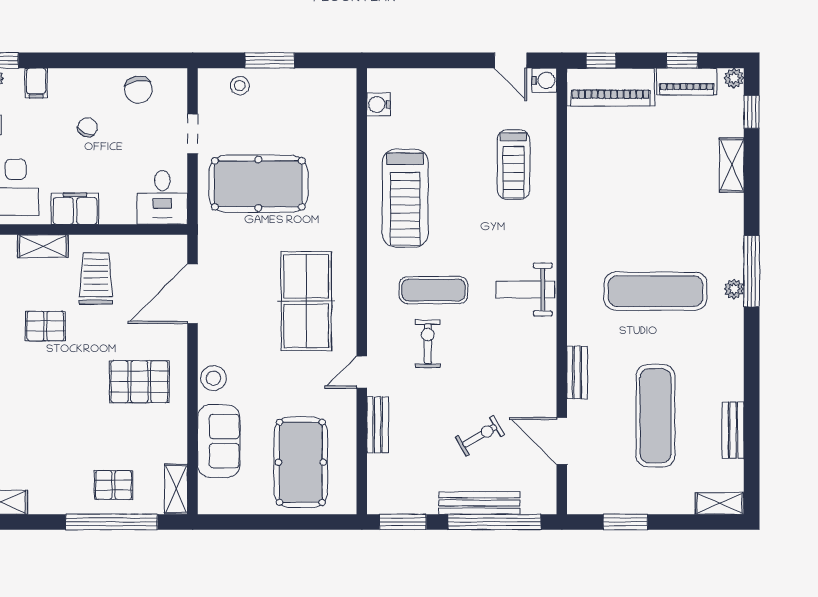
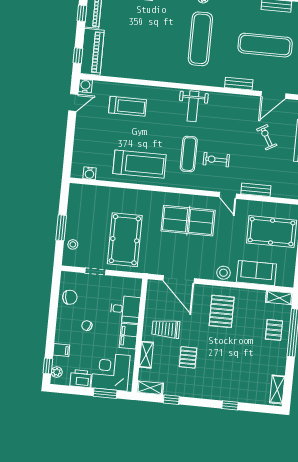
desk: (162, 197) -> (125, 309), moved

